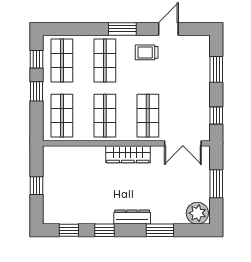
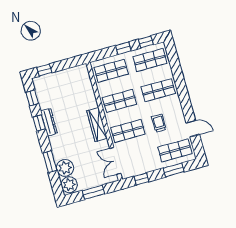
window: (122, 29) -> (184, 96), removed
trolley: (147, 52) -> (159, 123), moved
shop shelf: (191, 60) -> (175, 150), added
window: (36, 186) -> (44, 70), moved
plant: (174, 213) -> (65, 168), added
dresser: (132, 217) -> (49, 122), moved

